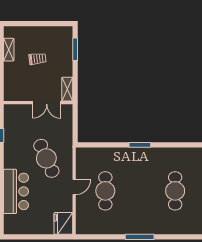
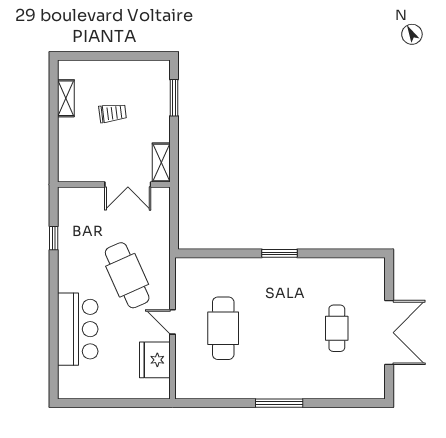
door: (74, 187) -> (172, 322), swing flipped
cafe table: (175, 191) -> (337, 328), width x0.73, depth x0.74
fridge: (63, 223) -> (155, 360), moved

